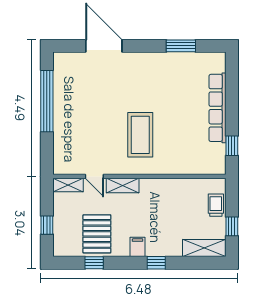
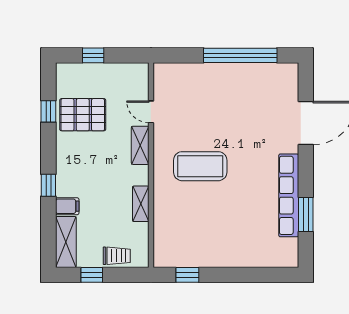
row of seats: (217, 108) -> (289, 195), moved, turned -90
door: (94, 176) -> (151, 112), hinge flipped
shelving: (68, 185) -> (141, 204), moved
filing cabinet: (138, 247) -> (67, 206), moved

